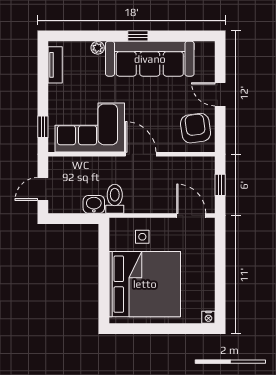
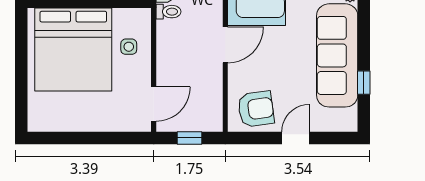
window: (138, 36) -> (364, 83), moved
toilet: (115, 199) -> (169, 12), width x0.73, depth x0.72
nightstand: (208, 317) -> (35, 124), removed

